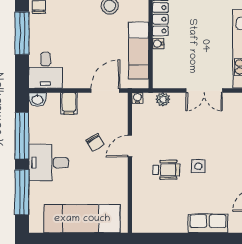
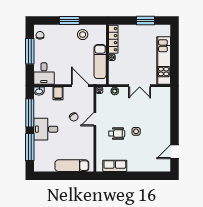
door: (105, 90) -> (80, 86), hinge flipped
exam couch: (82, 219) -> (72, 166), width x0.73, depth x0.69
row of seats: (208, 223) -> (115, 166), moved

